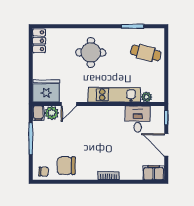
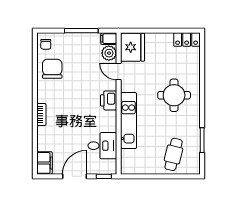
plant: (147, 97) -> (126, 155), removed
printer: (96, 113) -> (109, 100), added

